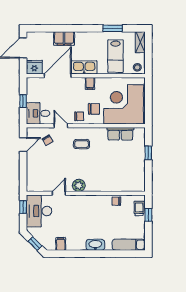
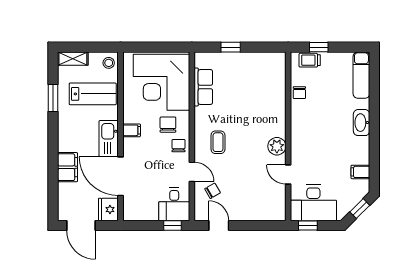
window: (23, 101) -> (173, 226), moved
door: (61, 126) -> (192, 172), swing flipped

